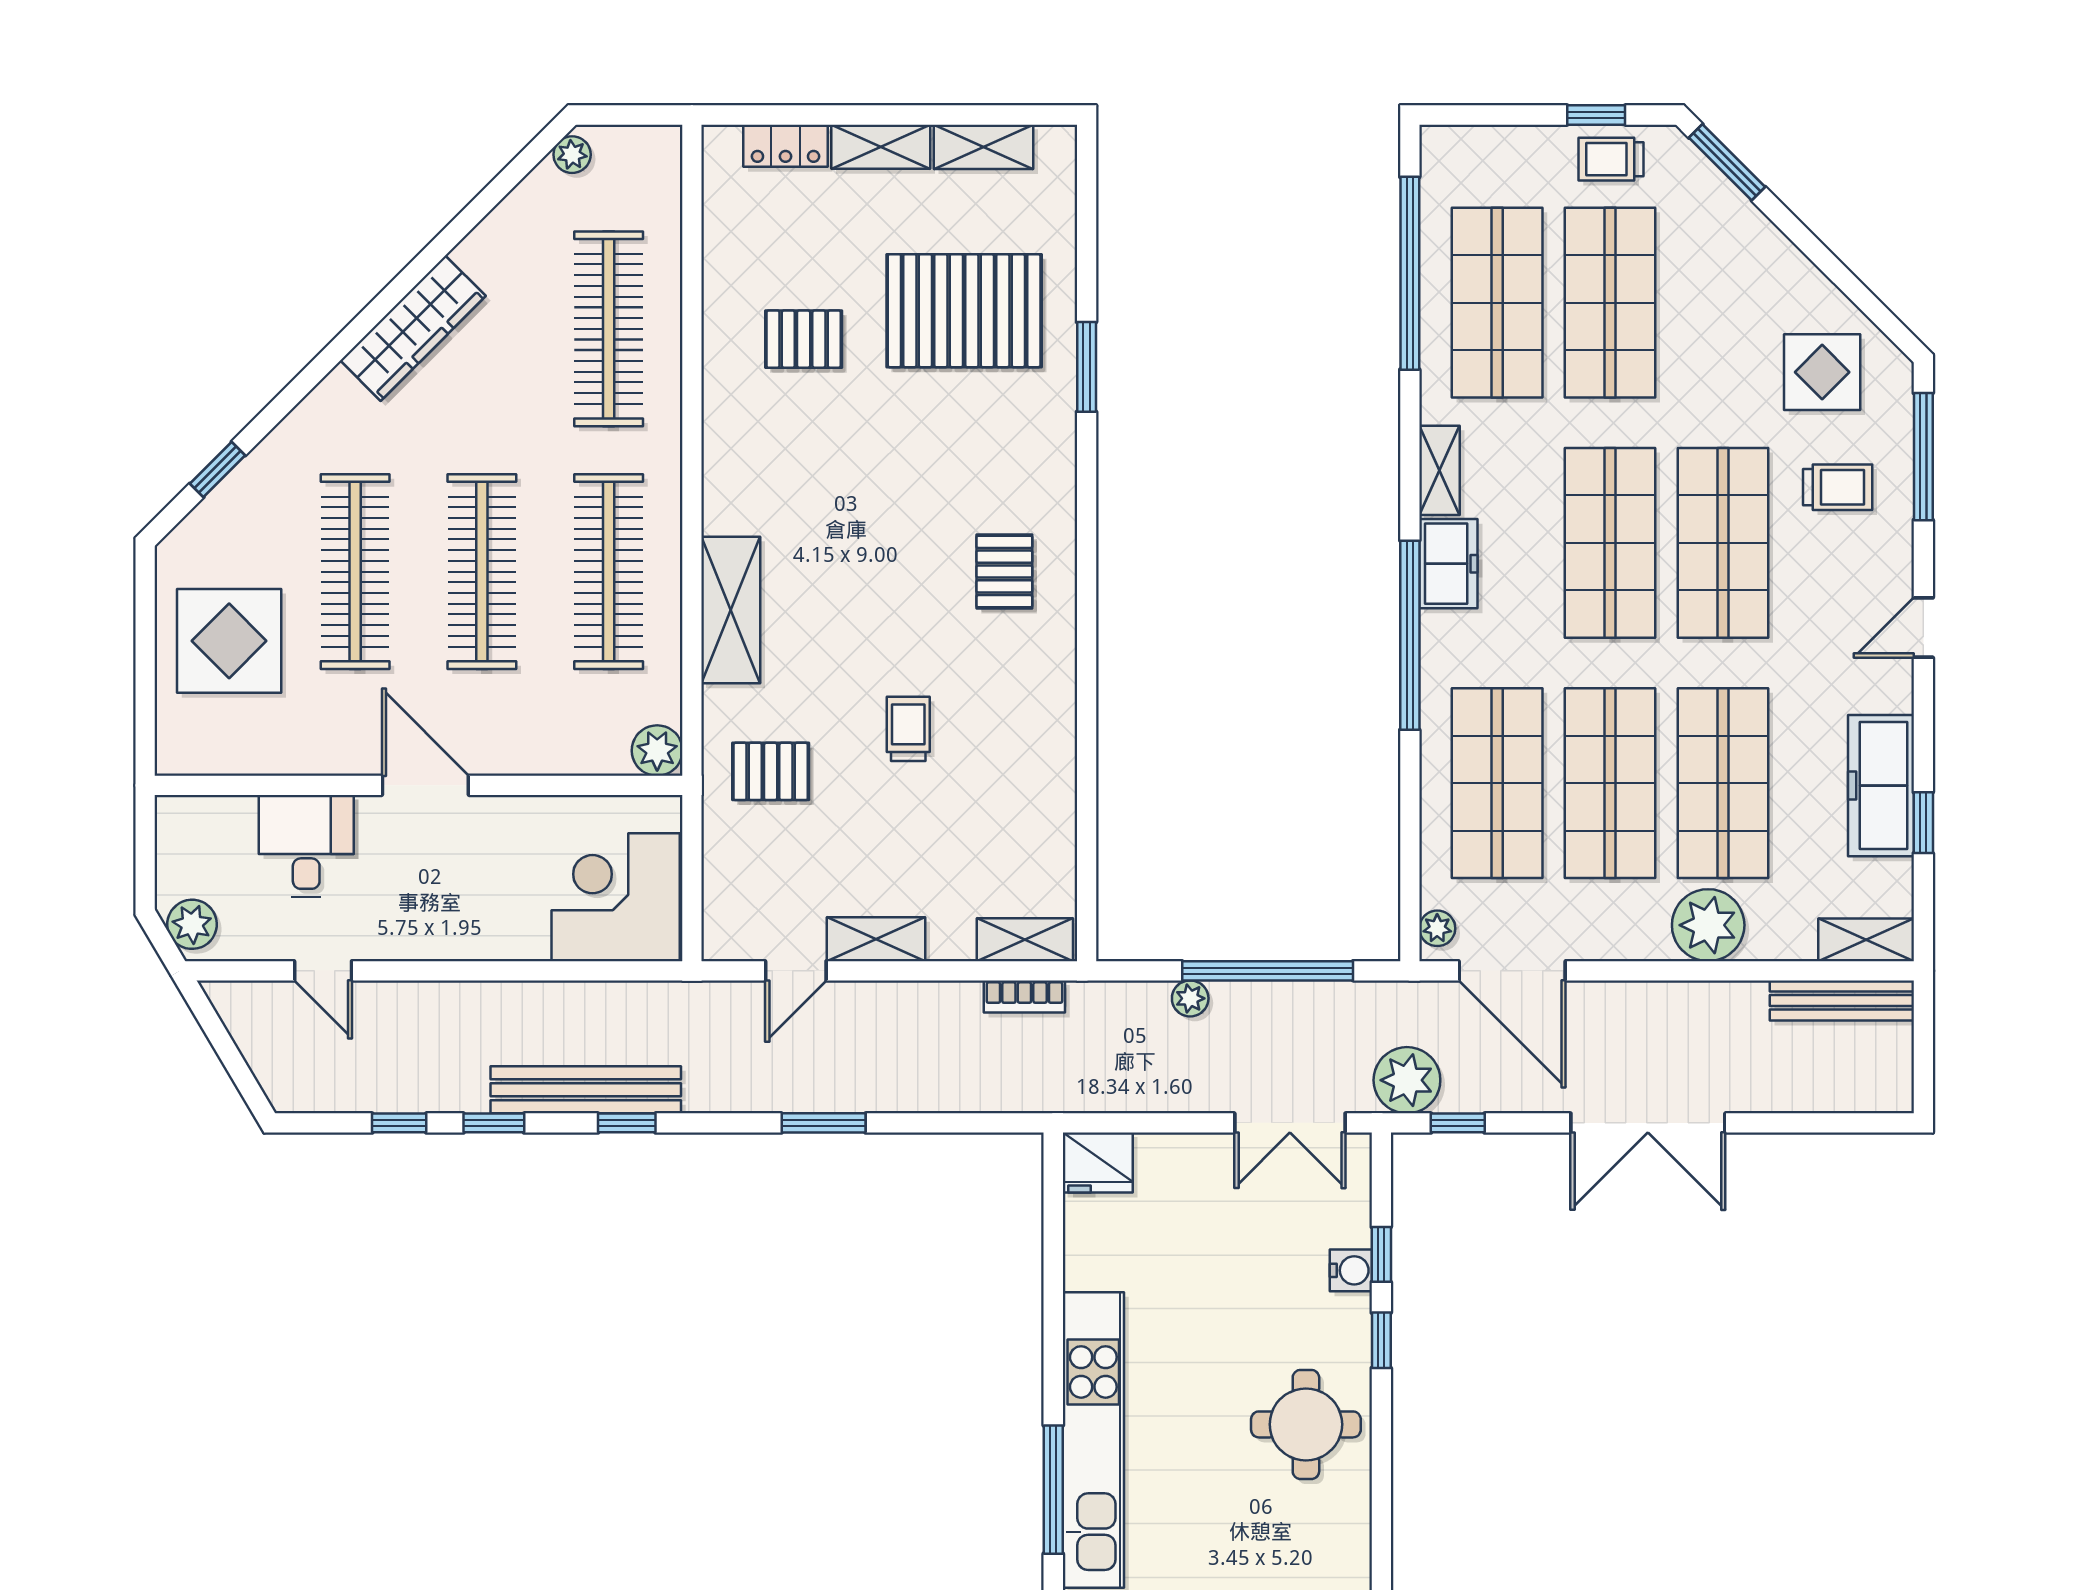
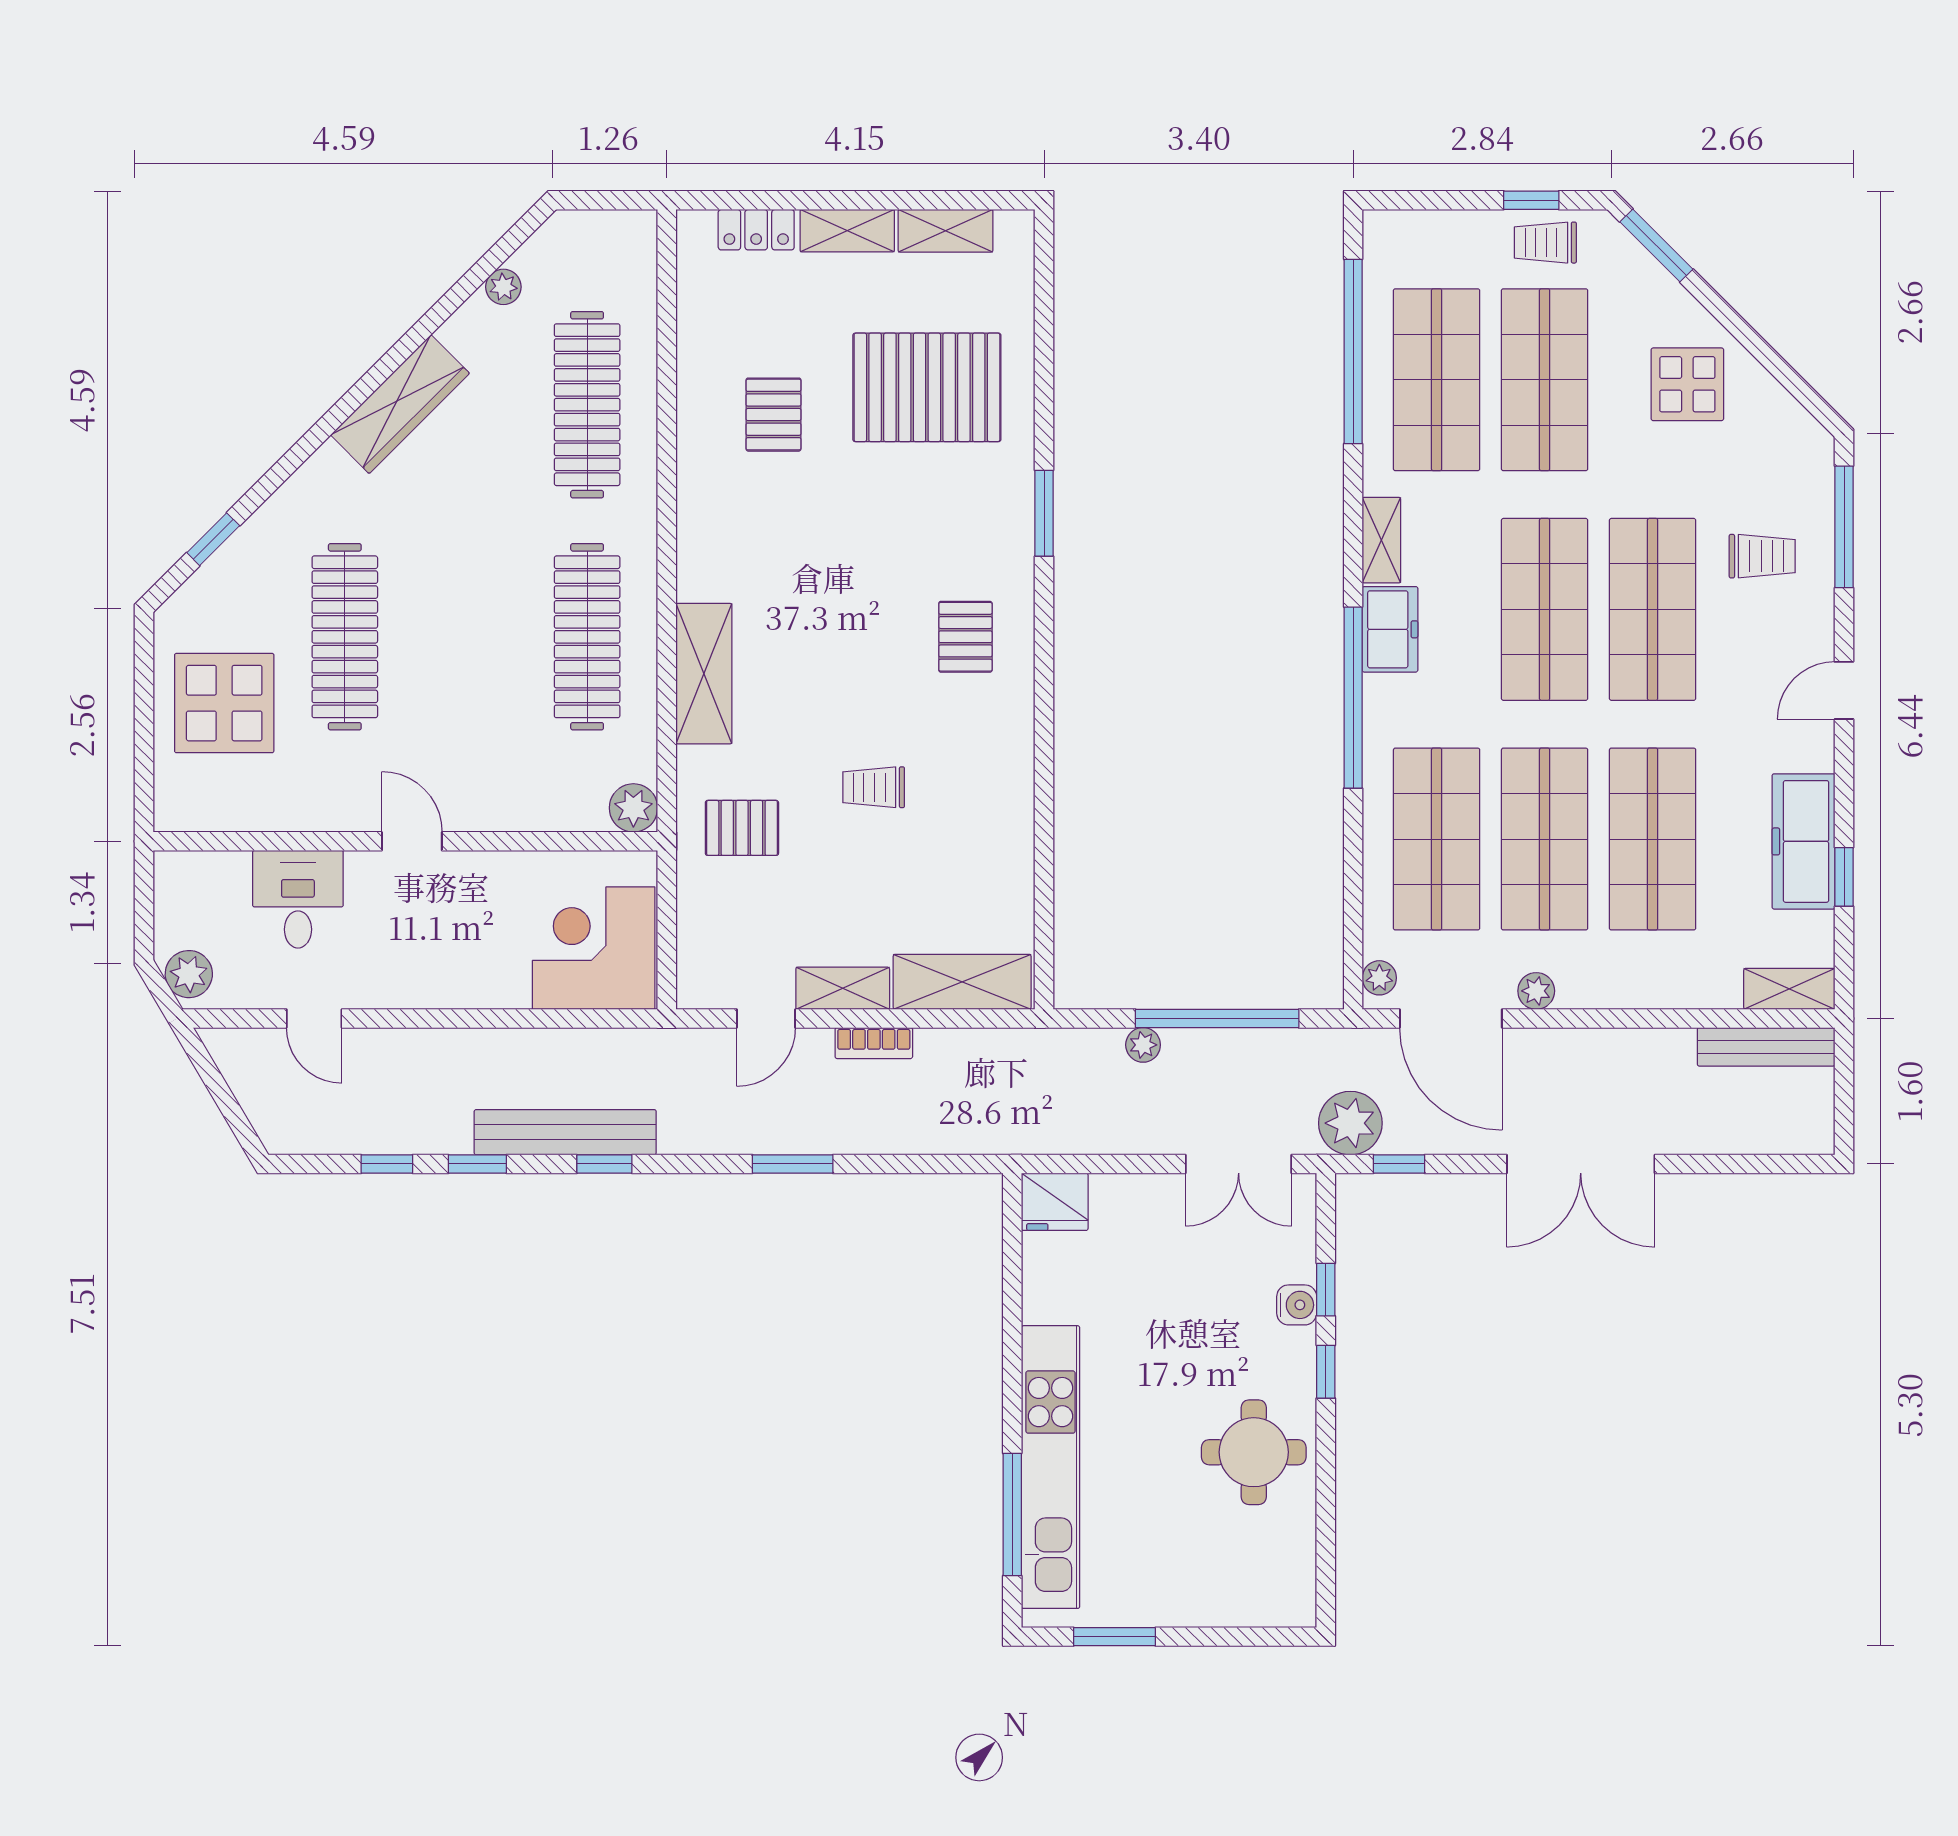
plant: (572, 155) -> (503, 287), moved
pallet: (804, 339) -> (774, 415), turned 90
window: (1087, 367) -> (1044, 513), moved
display table: (1822, 372) -> (1687, 384), moved
clothes rail: (482, 572) -> (466, 637), removed
trolley: (908, 729) -> (874, 787), turned -90
door: (425, 785) -> (412, 841), width x0.73
plant: (1708, 925) -> (1536, 991), moved, width x0.53, depth x0.53
shelving: (1025, 940) -> (962, 982), width x1.50, depth x1.33
bookcase: (1024, 996) -> (874, 1043), moved

